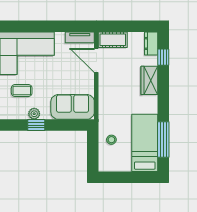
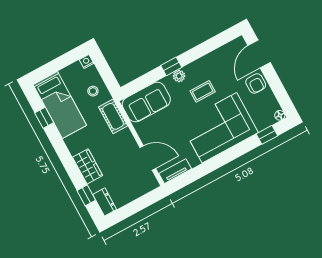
cot: (113, 40) -> (113, 116), moved, turned 90
window: (163, 140) -> (44, 118), width x0.46
nightstand: (104, 167) -> (86, 62), added

